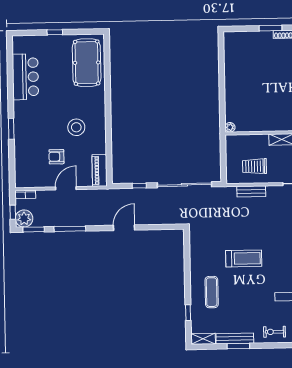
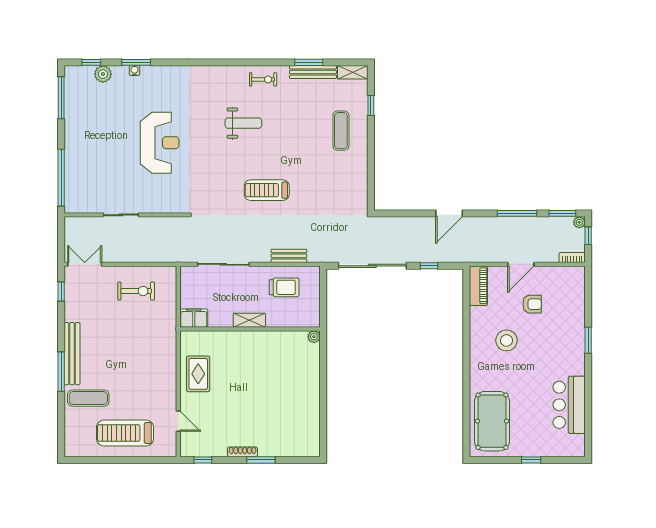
plant: (24, 219) -> (579, 222), width x0.53, depth x0.53
treadmill: (244, 258) -> (267, 190), moved

